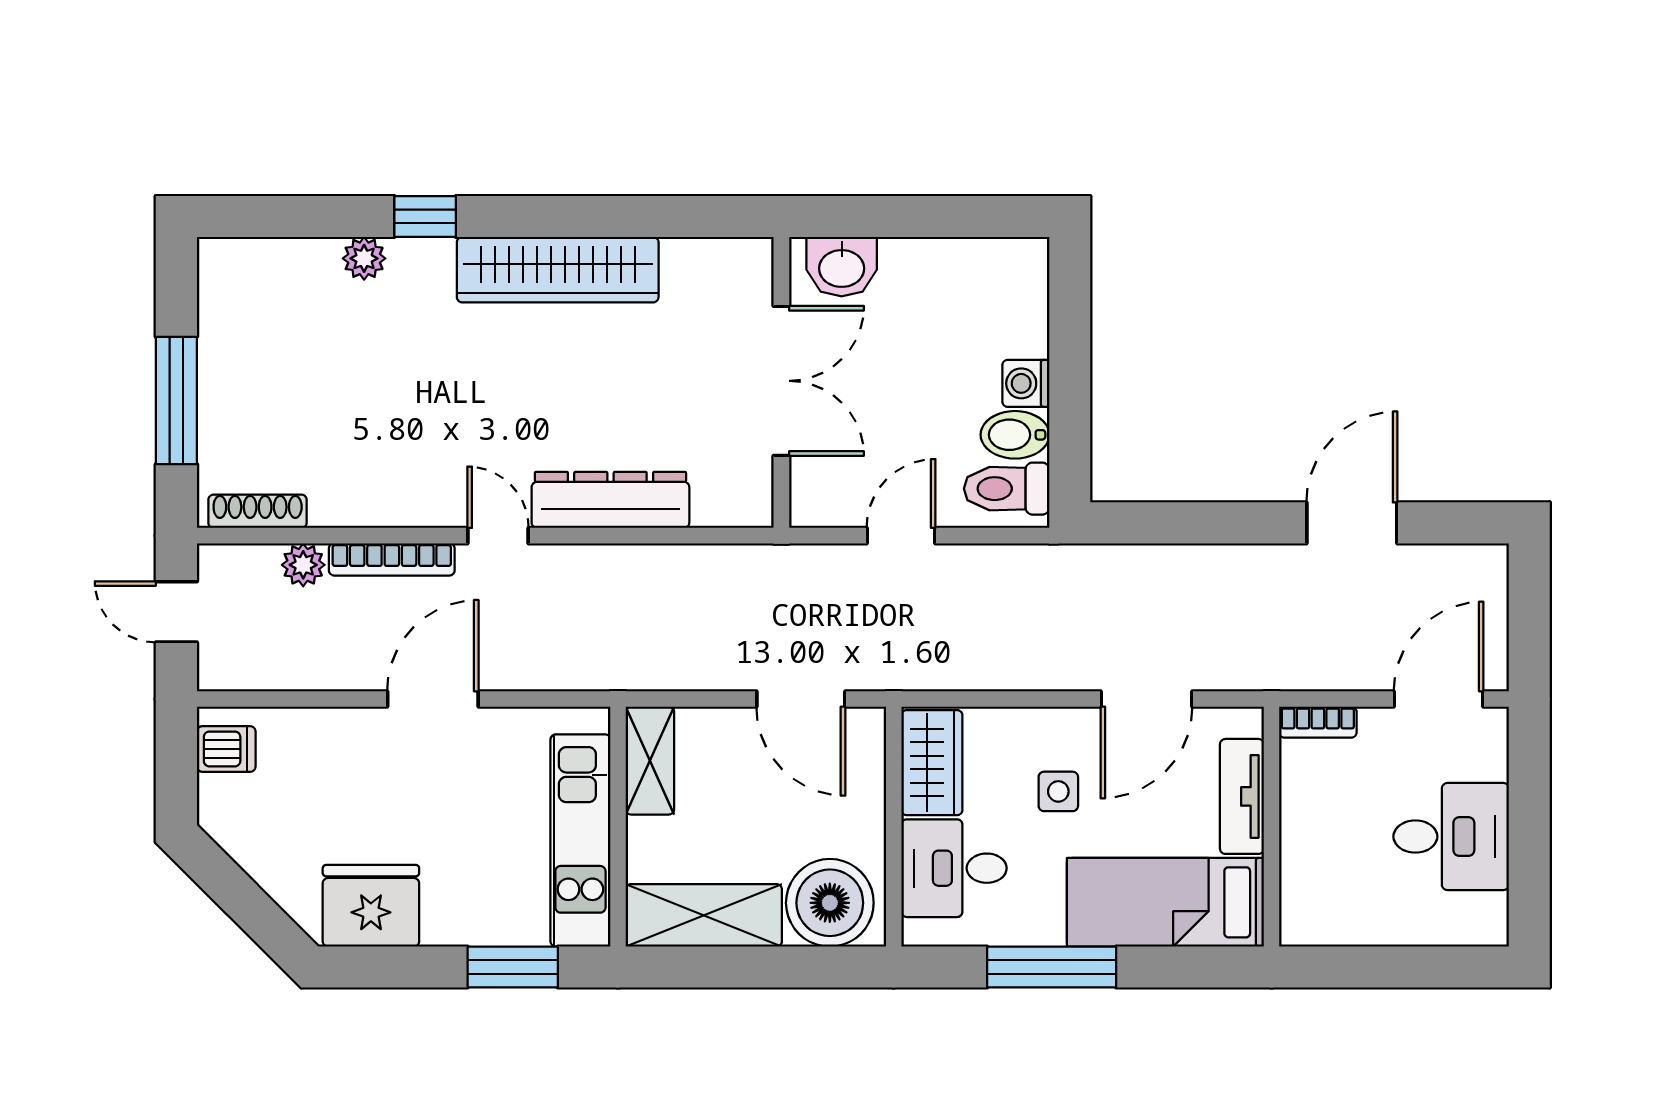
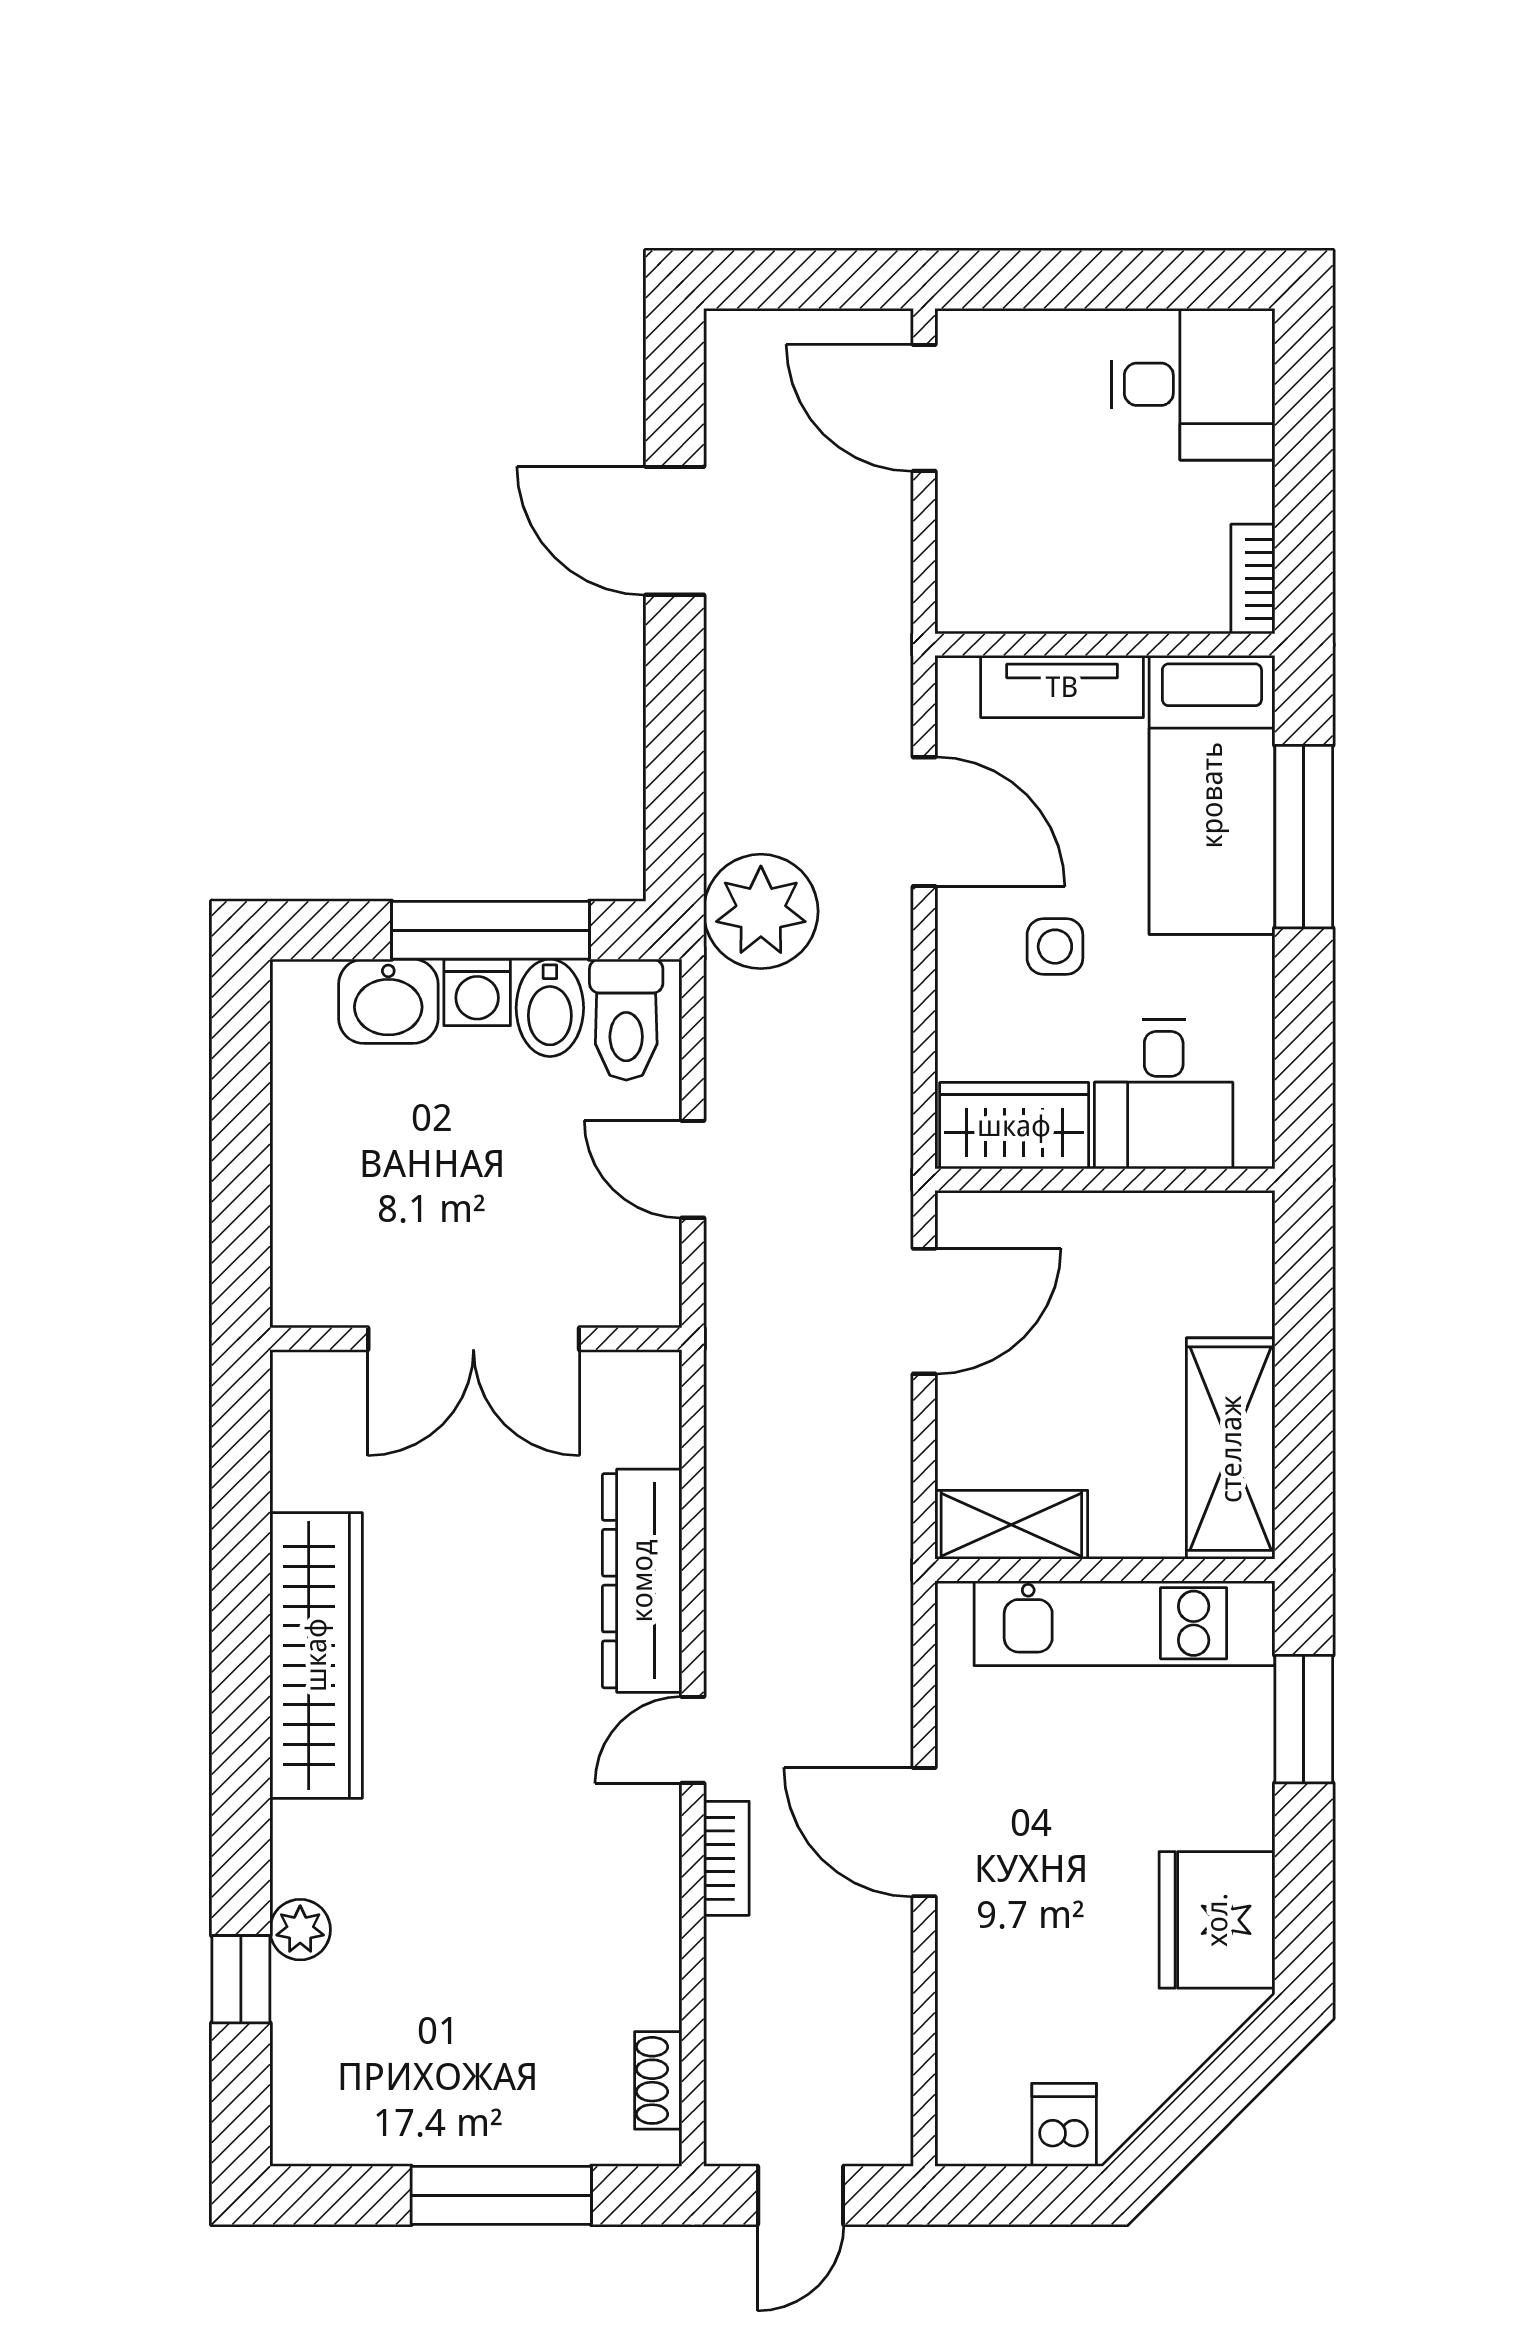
window: (425, 217) -> (241, 1979), moved
washbasin: (842, 267) -> (388, 1001), moved, turned 90
double door: (781, 381) -> (474, 1339), swing flipped
window: (1070, 393) -> (491, 930), added
shoe rack: (258, 511) -> (658, 2080), width x0.70
bookcase: (392, 559) -> (726, 1858), width x0.64
plant: (303, 565) -> (761, 911), moved, width x1.88, depth x1.88
bookcase: (1318, 722) -> (1253, 579), moved, turned 180
dishwasher: (226, 749) -> (1064, 2125), moved
desk: (1451, 837) -> (1193, 384), moved, turned 90
boiler: (830, 903) -> (1213, 1270), removed
window: (1052, 967) -> (1304, 837), moved

